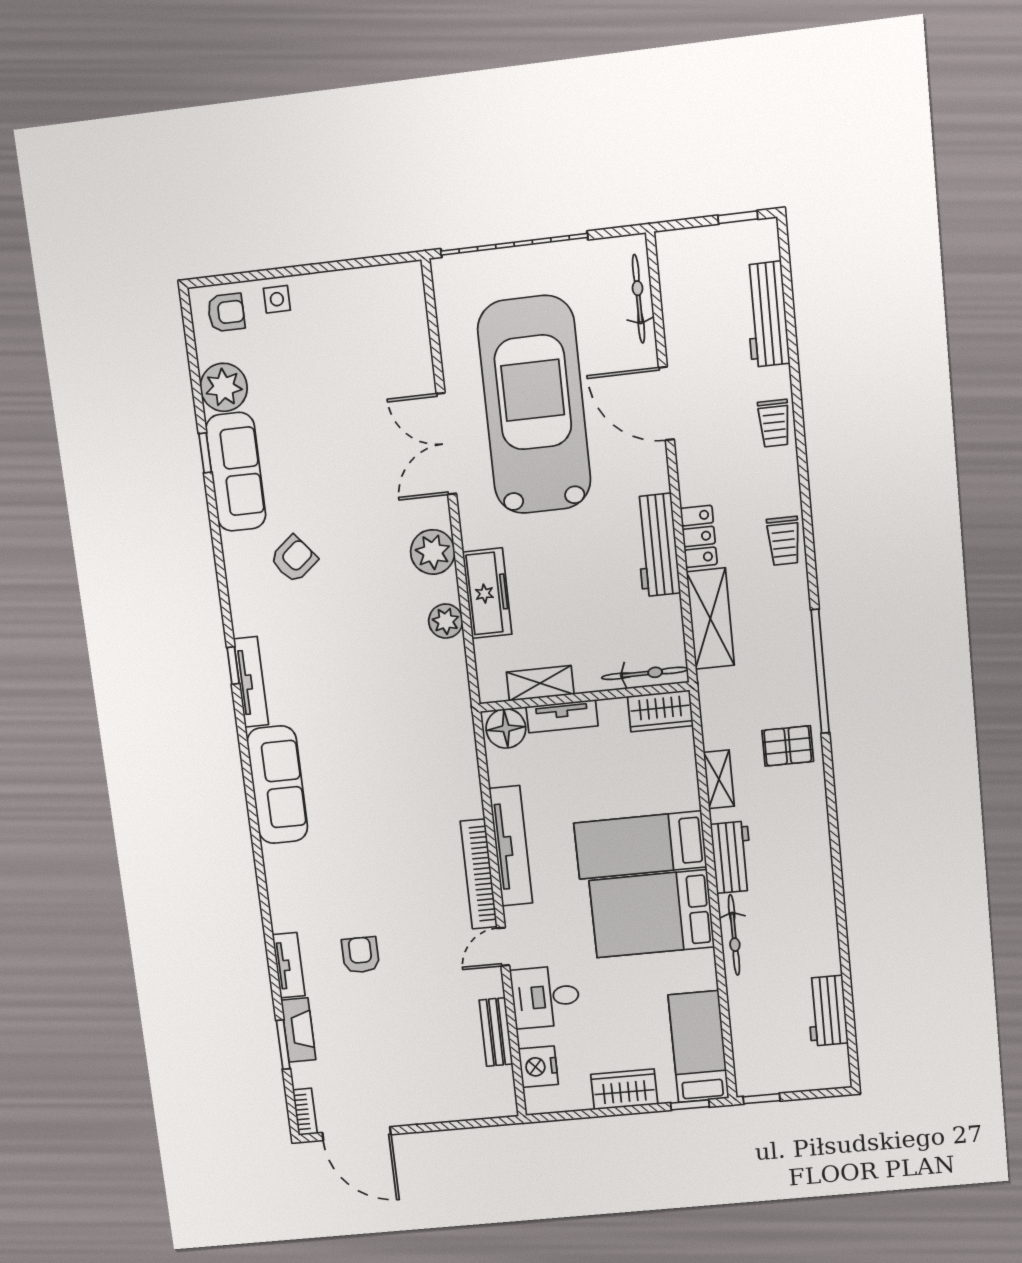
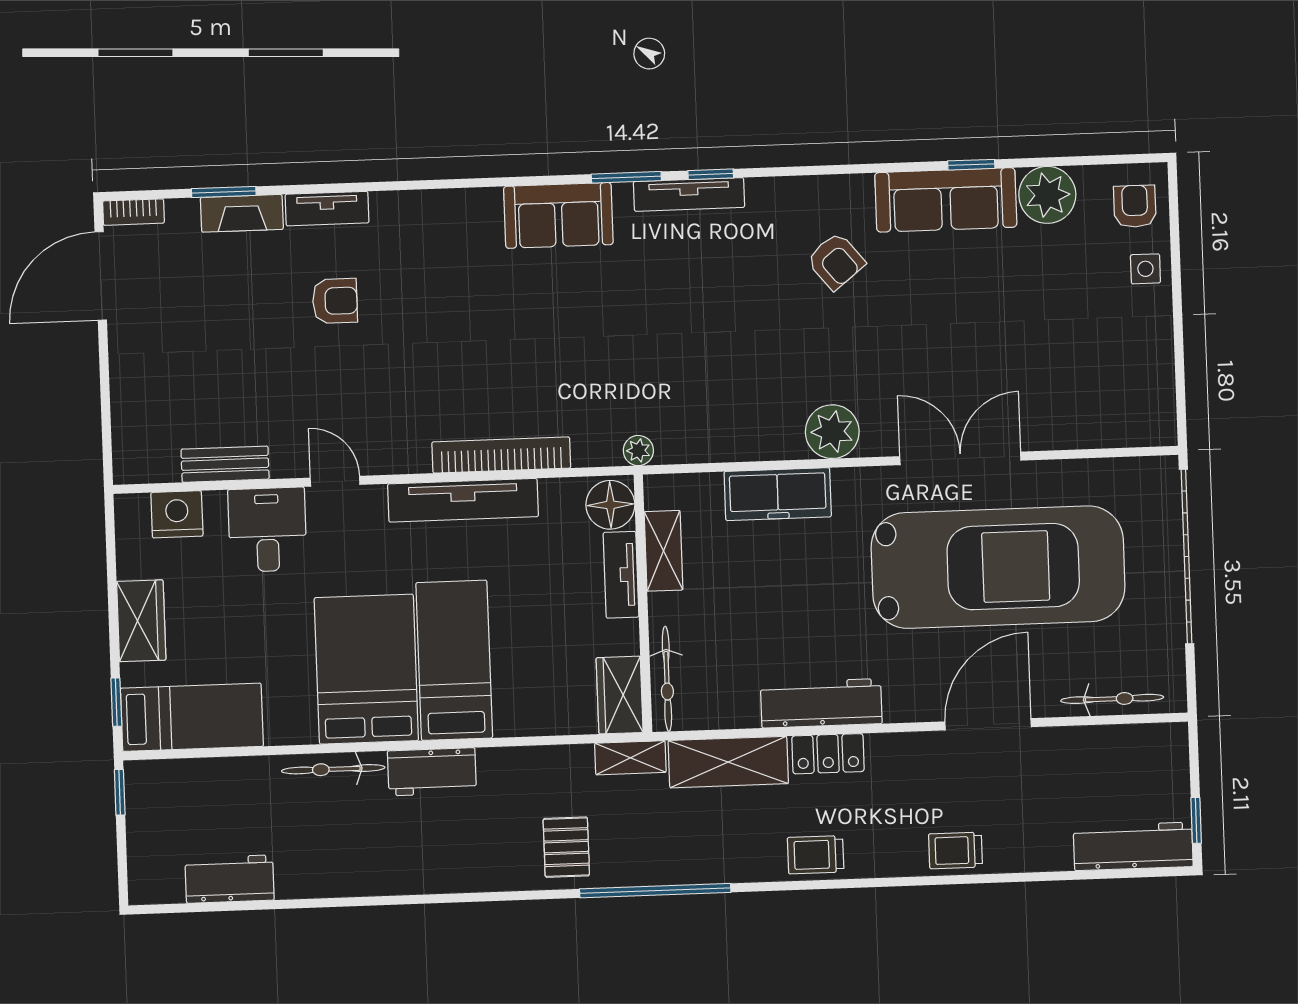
armchair: (226, 313) -> (1135, 206), turned 180
workbench: (767, 314) -> (1133, 846), moved
plant: (446, 621) -> (638, 451), moved, width x0.73, depth x0.73
window: (242, 733) -> (626, 177), added
shelving: (719, 779) -> (630, 758), moved
sofa: (277, 785) -> (558, 215), width x0.73
bookcase: (479, 874) -> (501, 455), moved

